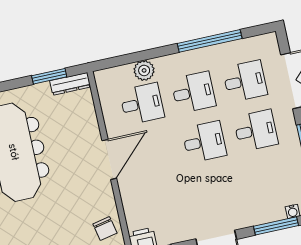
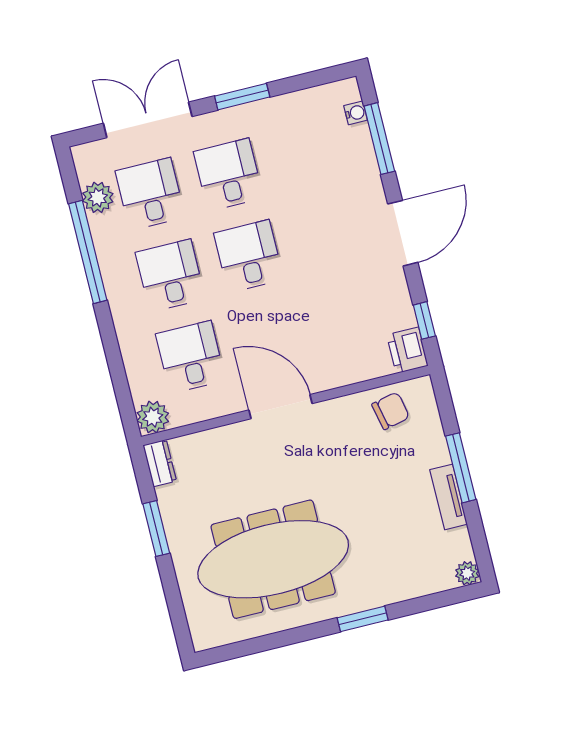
plant: (244, 48) -> (98, 197), added
plant: (144, 70) -> (153, 417), moved
window: (49, 76) -> (156, 529), moved
dresser: (70, 84) -> (160, 463), width x0.70

